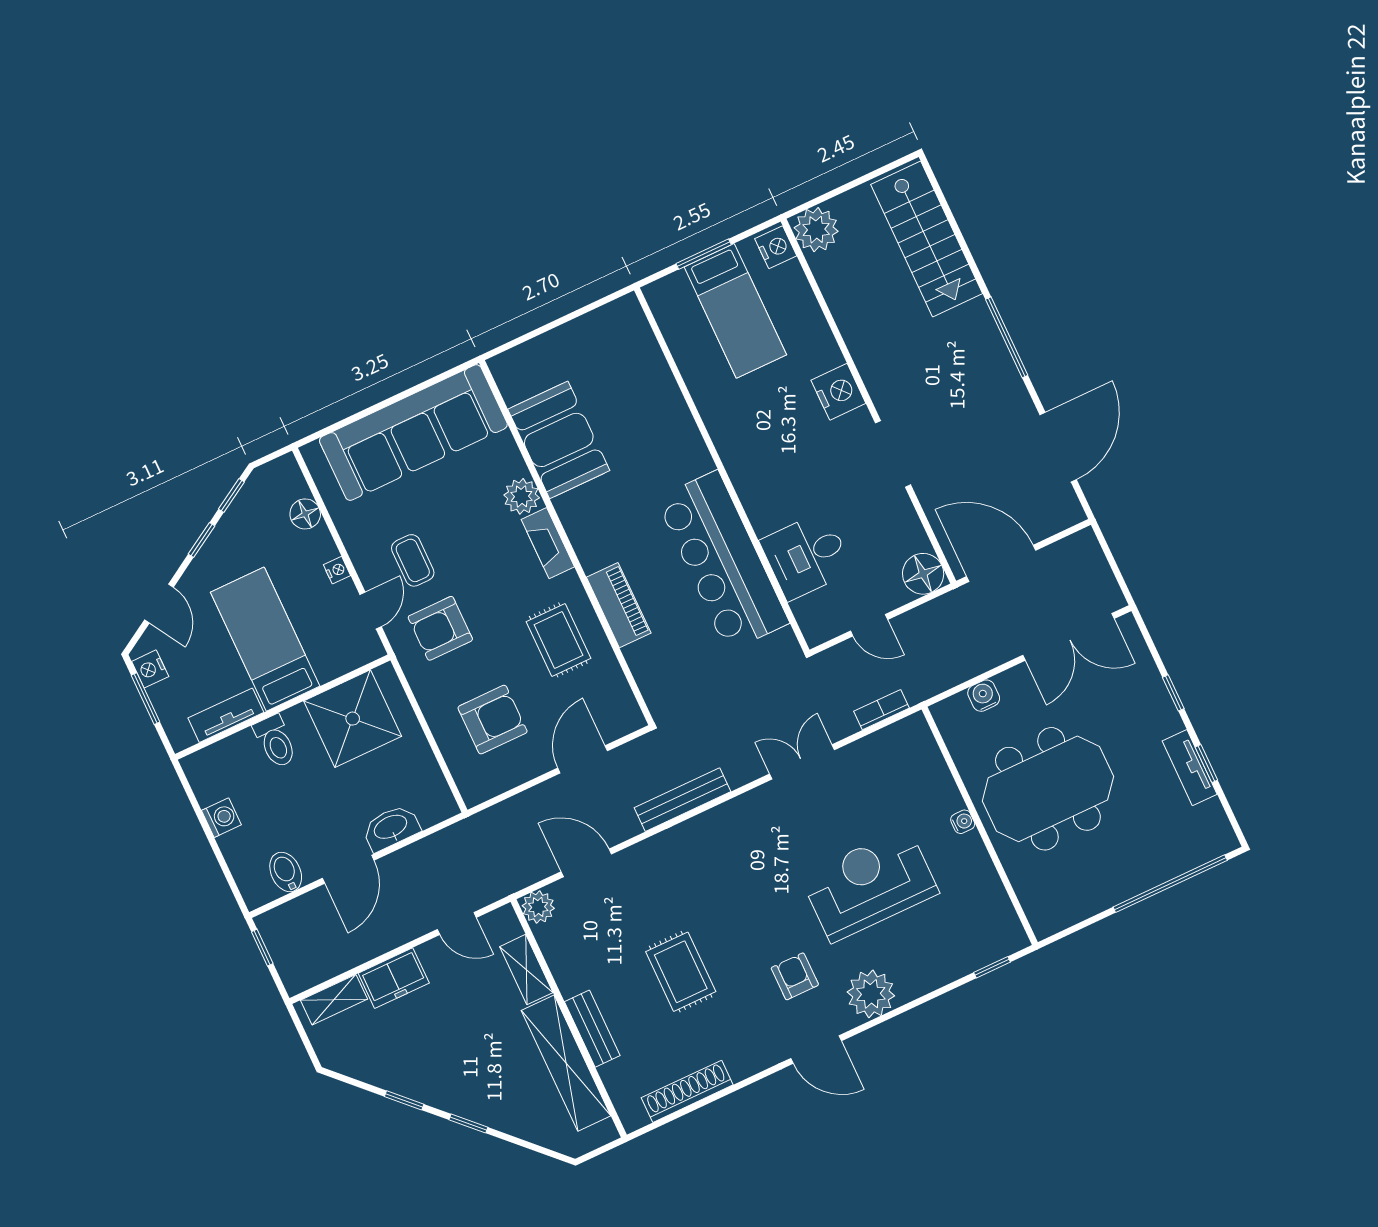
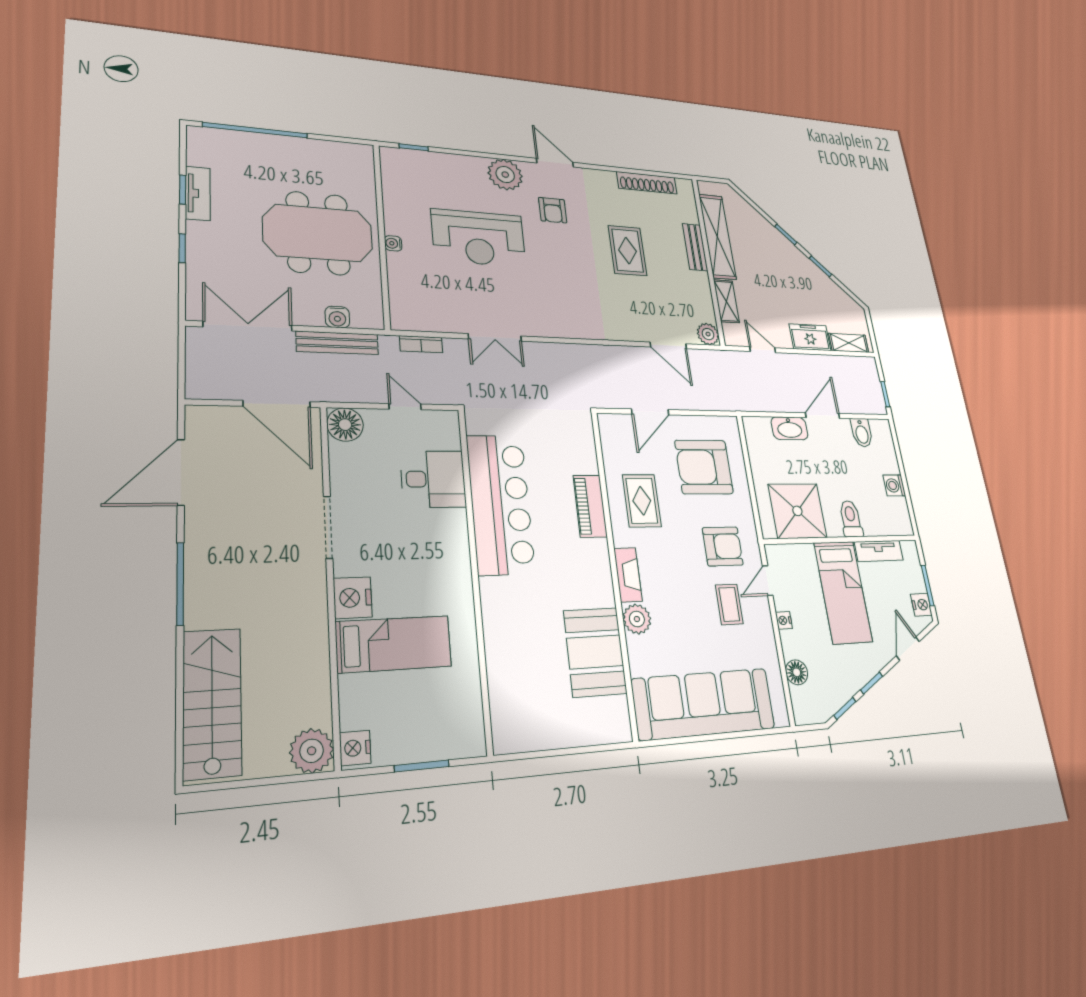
bed: (735, 311) -> (394, 644), moved, turned 90
armchair: (493, 720) -> (704, 467), width x1.36, depth x1.36
bench: (682, 800) -> (337, 343), moved

